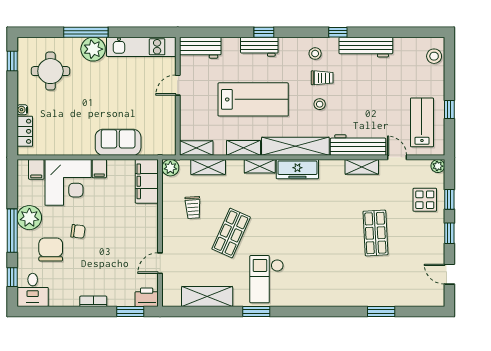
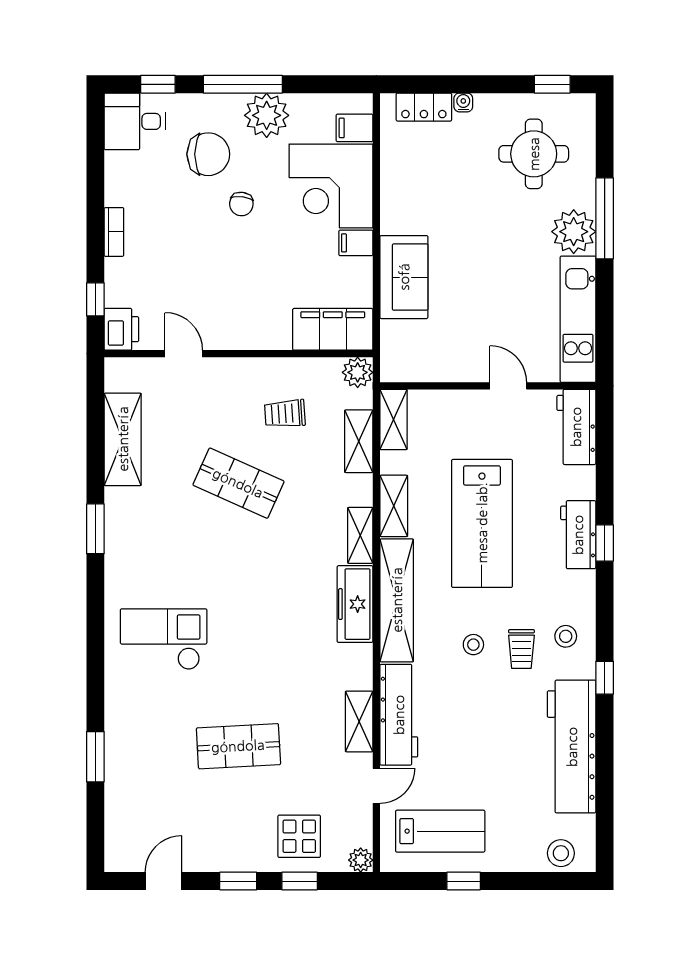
workbench: (366, 47) -> (572, 747), width x1.36, depth x1.32
checkout: (267, 279) -> (164, 639), moved
window: (130, 312) -> (95, 299), width x0.67

